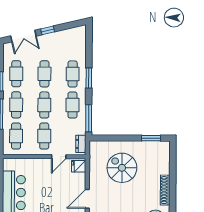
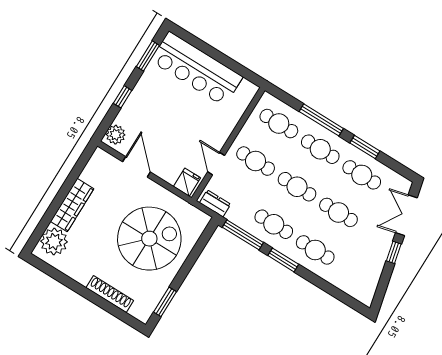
window: (89, 78) -> (283, 260), moved
spiral stairs: (122, 168) -> (149, 239), width x1.37, depth x1.37
shoe rack: (165, 190) -> (110, 294), moved

